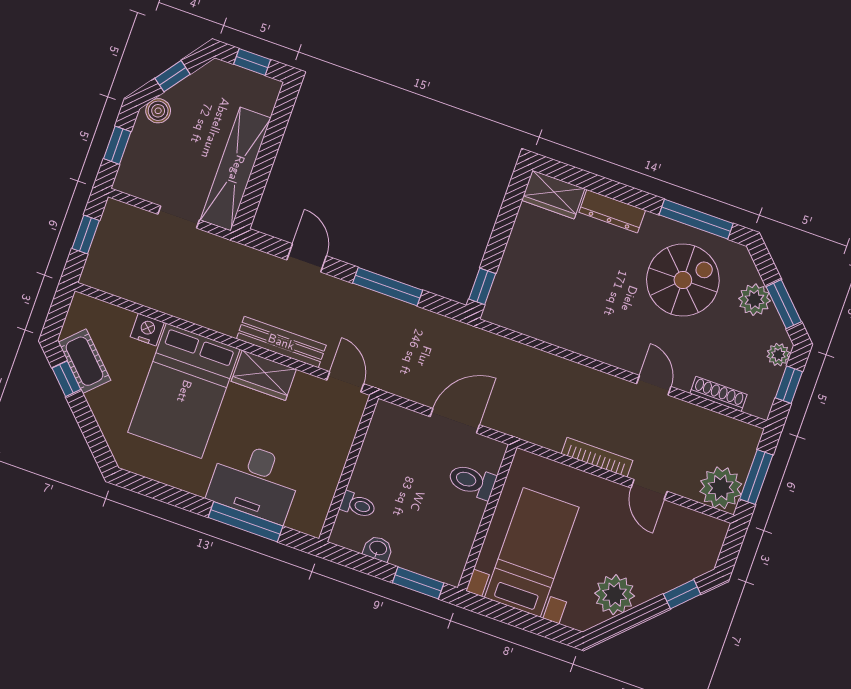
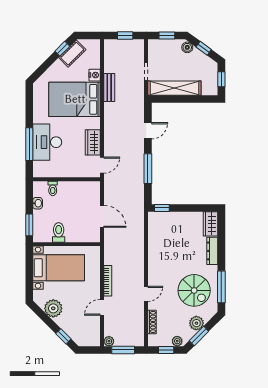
bench: (281, 342) -> (109, 87), moved, width x0.73
wardrobe: (264, 375) -> (93, 142), moved
toilet: (472, 481) -> (59, 232), moved
plant: (721, 488) -> (109, 341), width x0.53, depth x0.53

